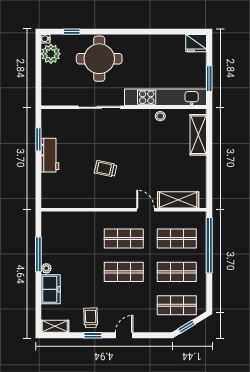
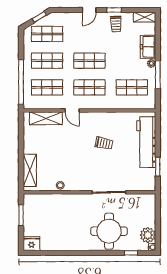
kitchen unit: (165, 97) -> (56, 200), removed
workbench: (50, 155) -> (146, 142), width x1.88, depth x1.32
shop shelf: (71, 239) -> (132, 87), added

